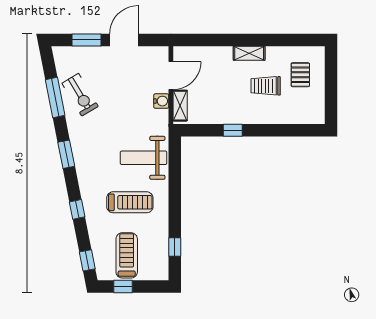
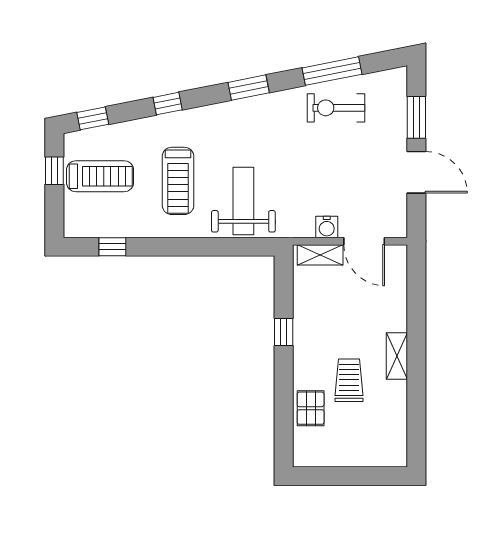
pallet: (300, 75) -> (311, 408), moved, turned 90
exercise bike: (80, 95) -> (336, 108), turned 31

